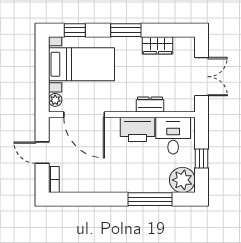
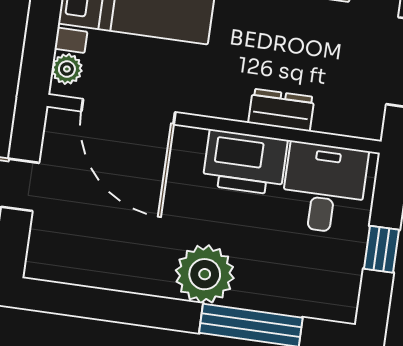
bookcase: (54, 180) -> (38, 250), removed
plant: (182, 180) -> (205, 274), moved

